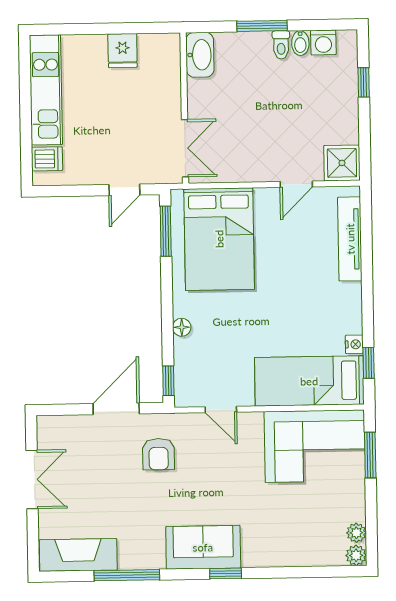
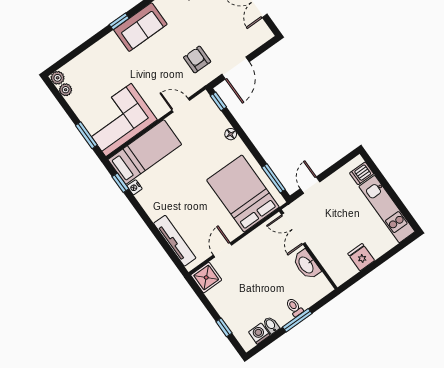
toilet: (281, 45) -> (294, 307), moved
washbasin: (200, 55) -> (306, 265), moved

